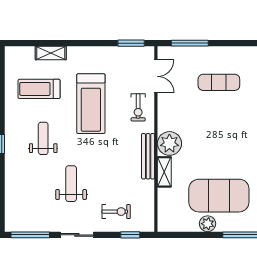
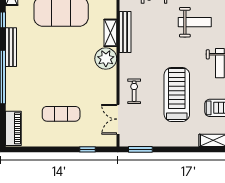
window: (190, 43) -> (87, 149), width x0.46
bench: (148, 156) -> (125, 32), moved
weight bench: (71, 184) -> (195, 22), turned -90

